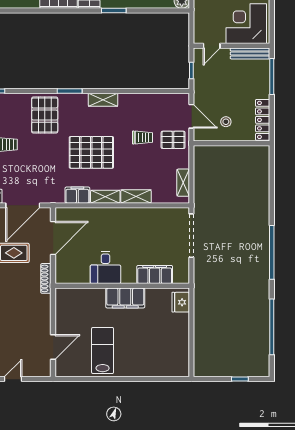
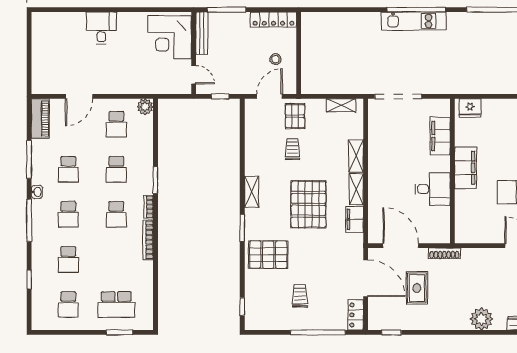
kitchen unit: (261, 250) -> (414, 21), added

